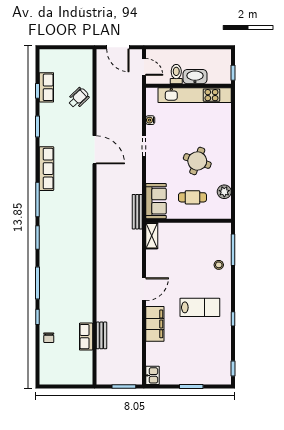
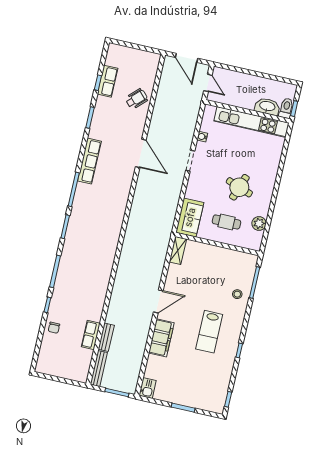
toilet: (176, 74) -> (286, 108), moved
washbasin: (195, 77) -> (267, 106), moved
bench: (137, 212) -> (99, 369), moved
lab bench: (200, 307) -> (209, 332), turned 90

